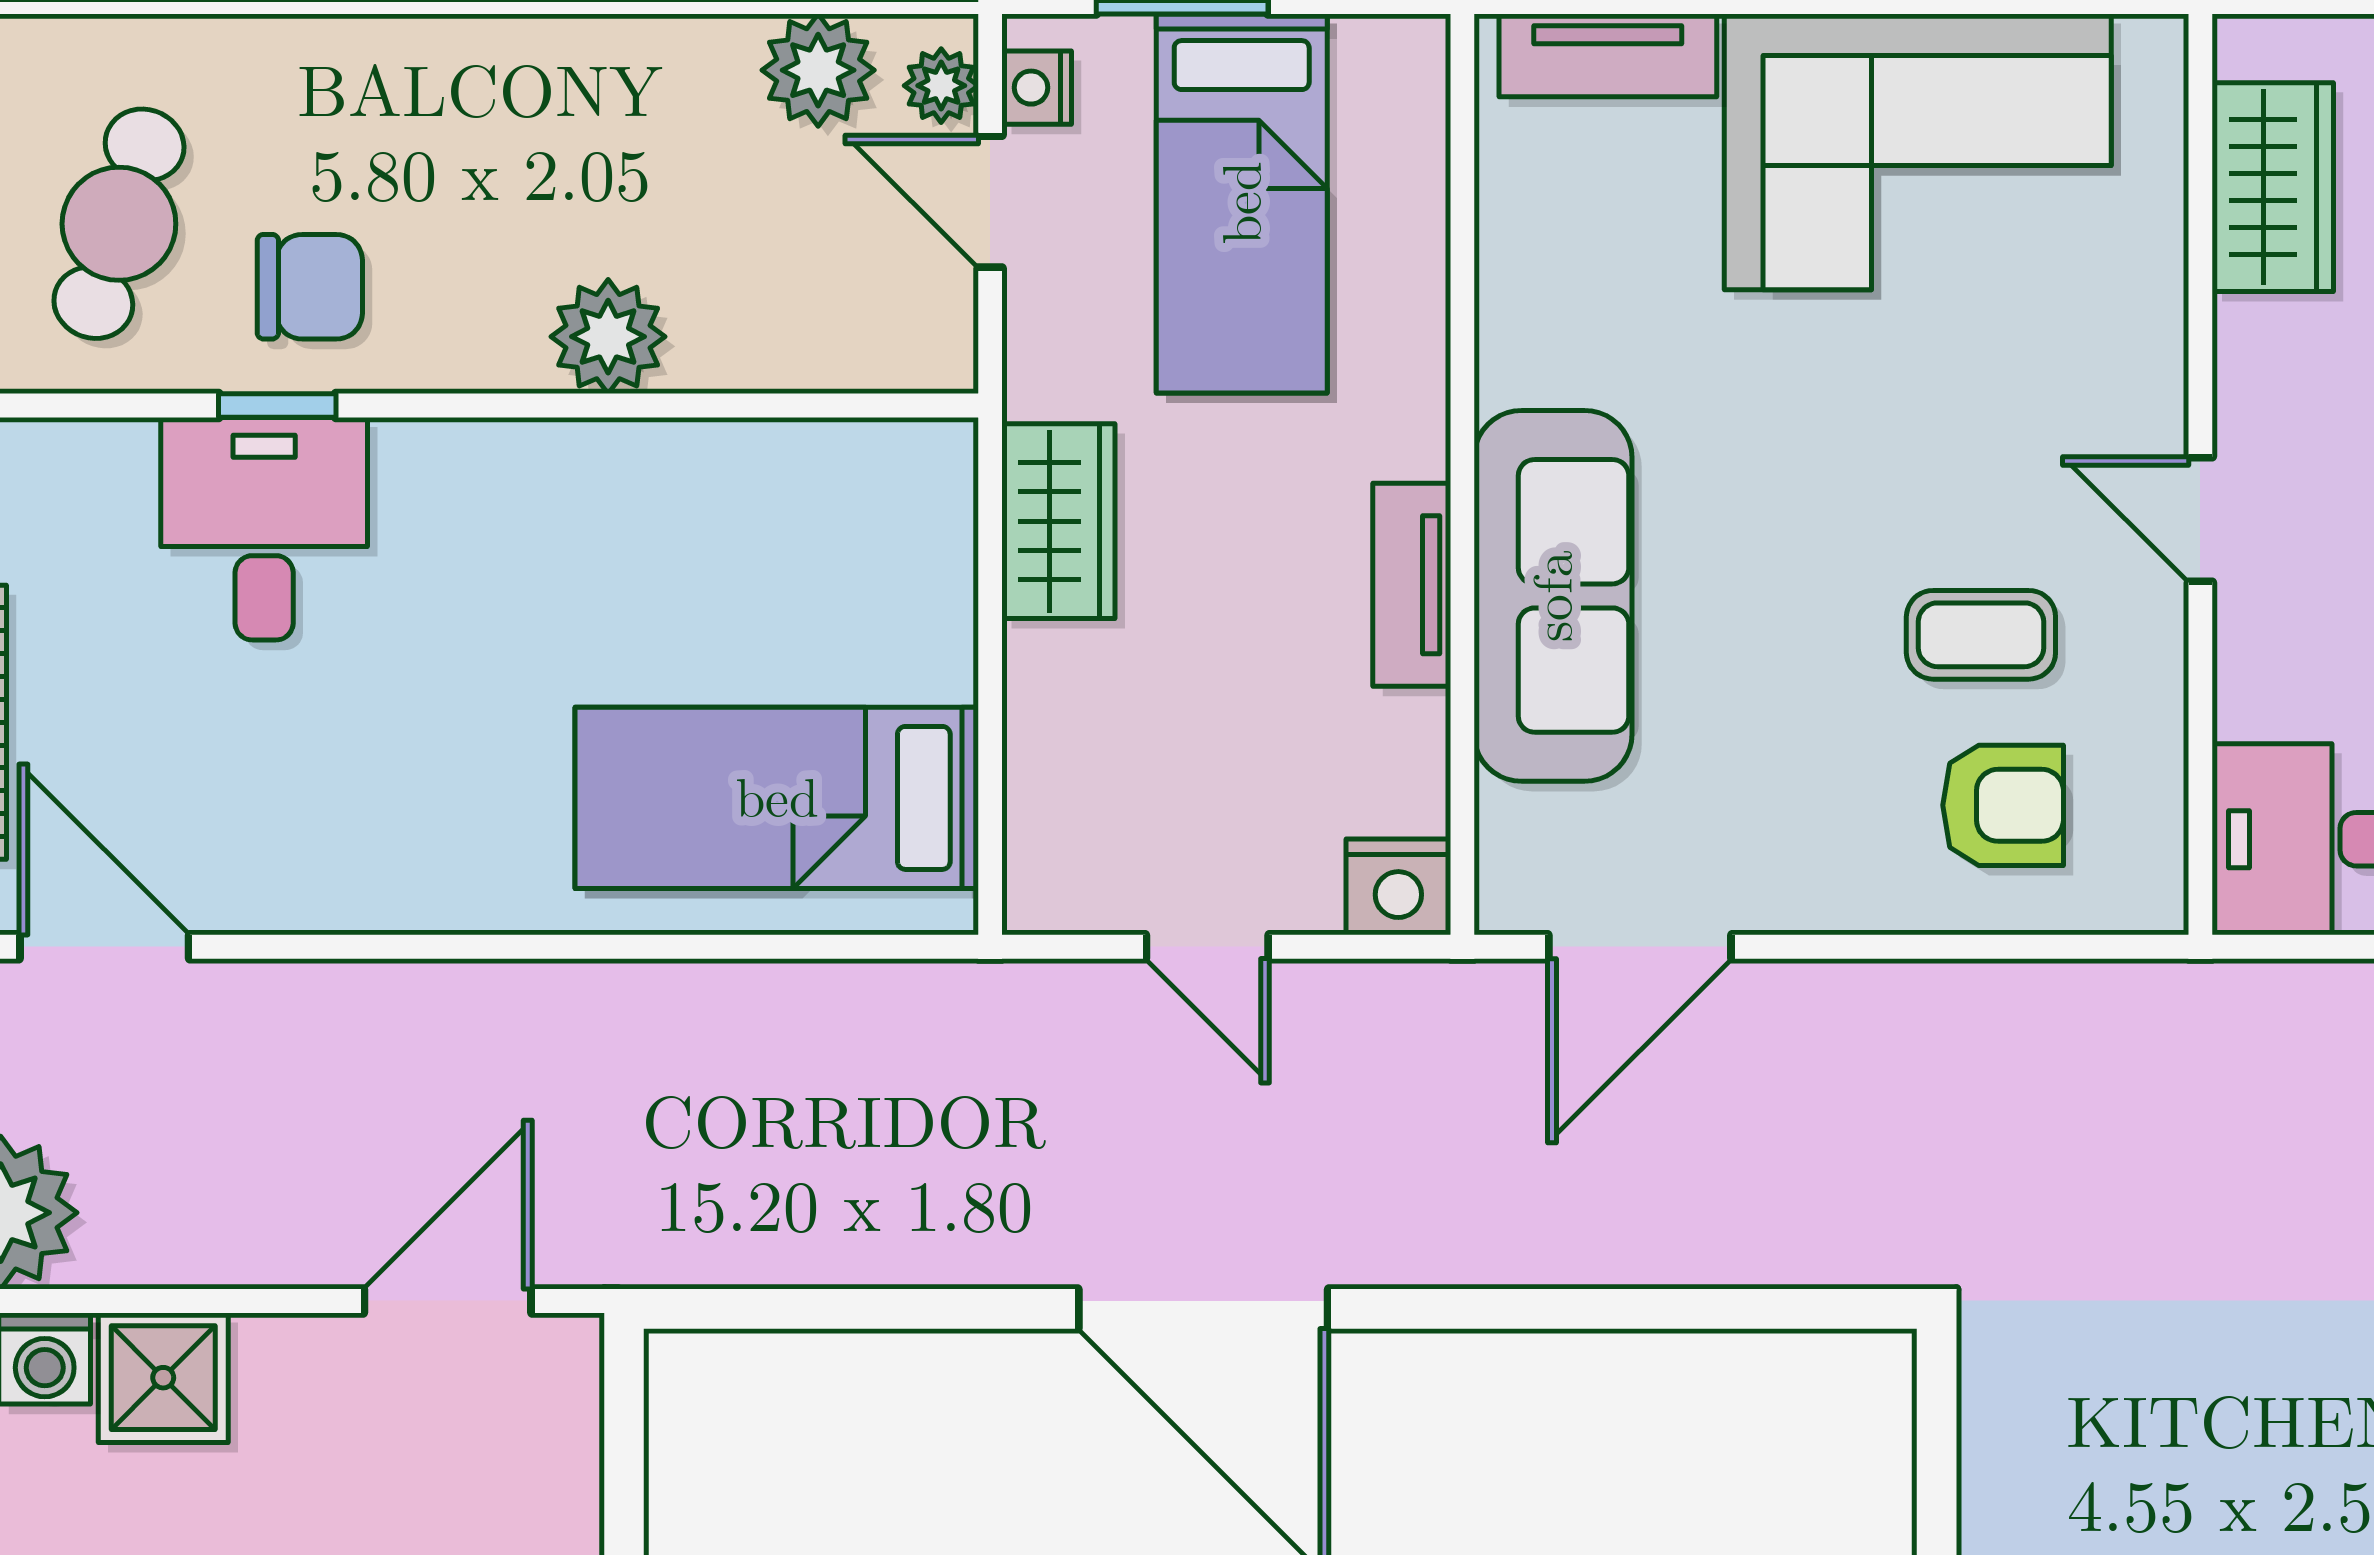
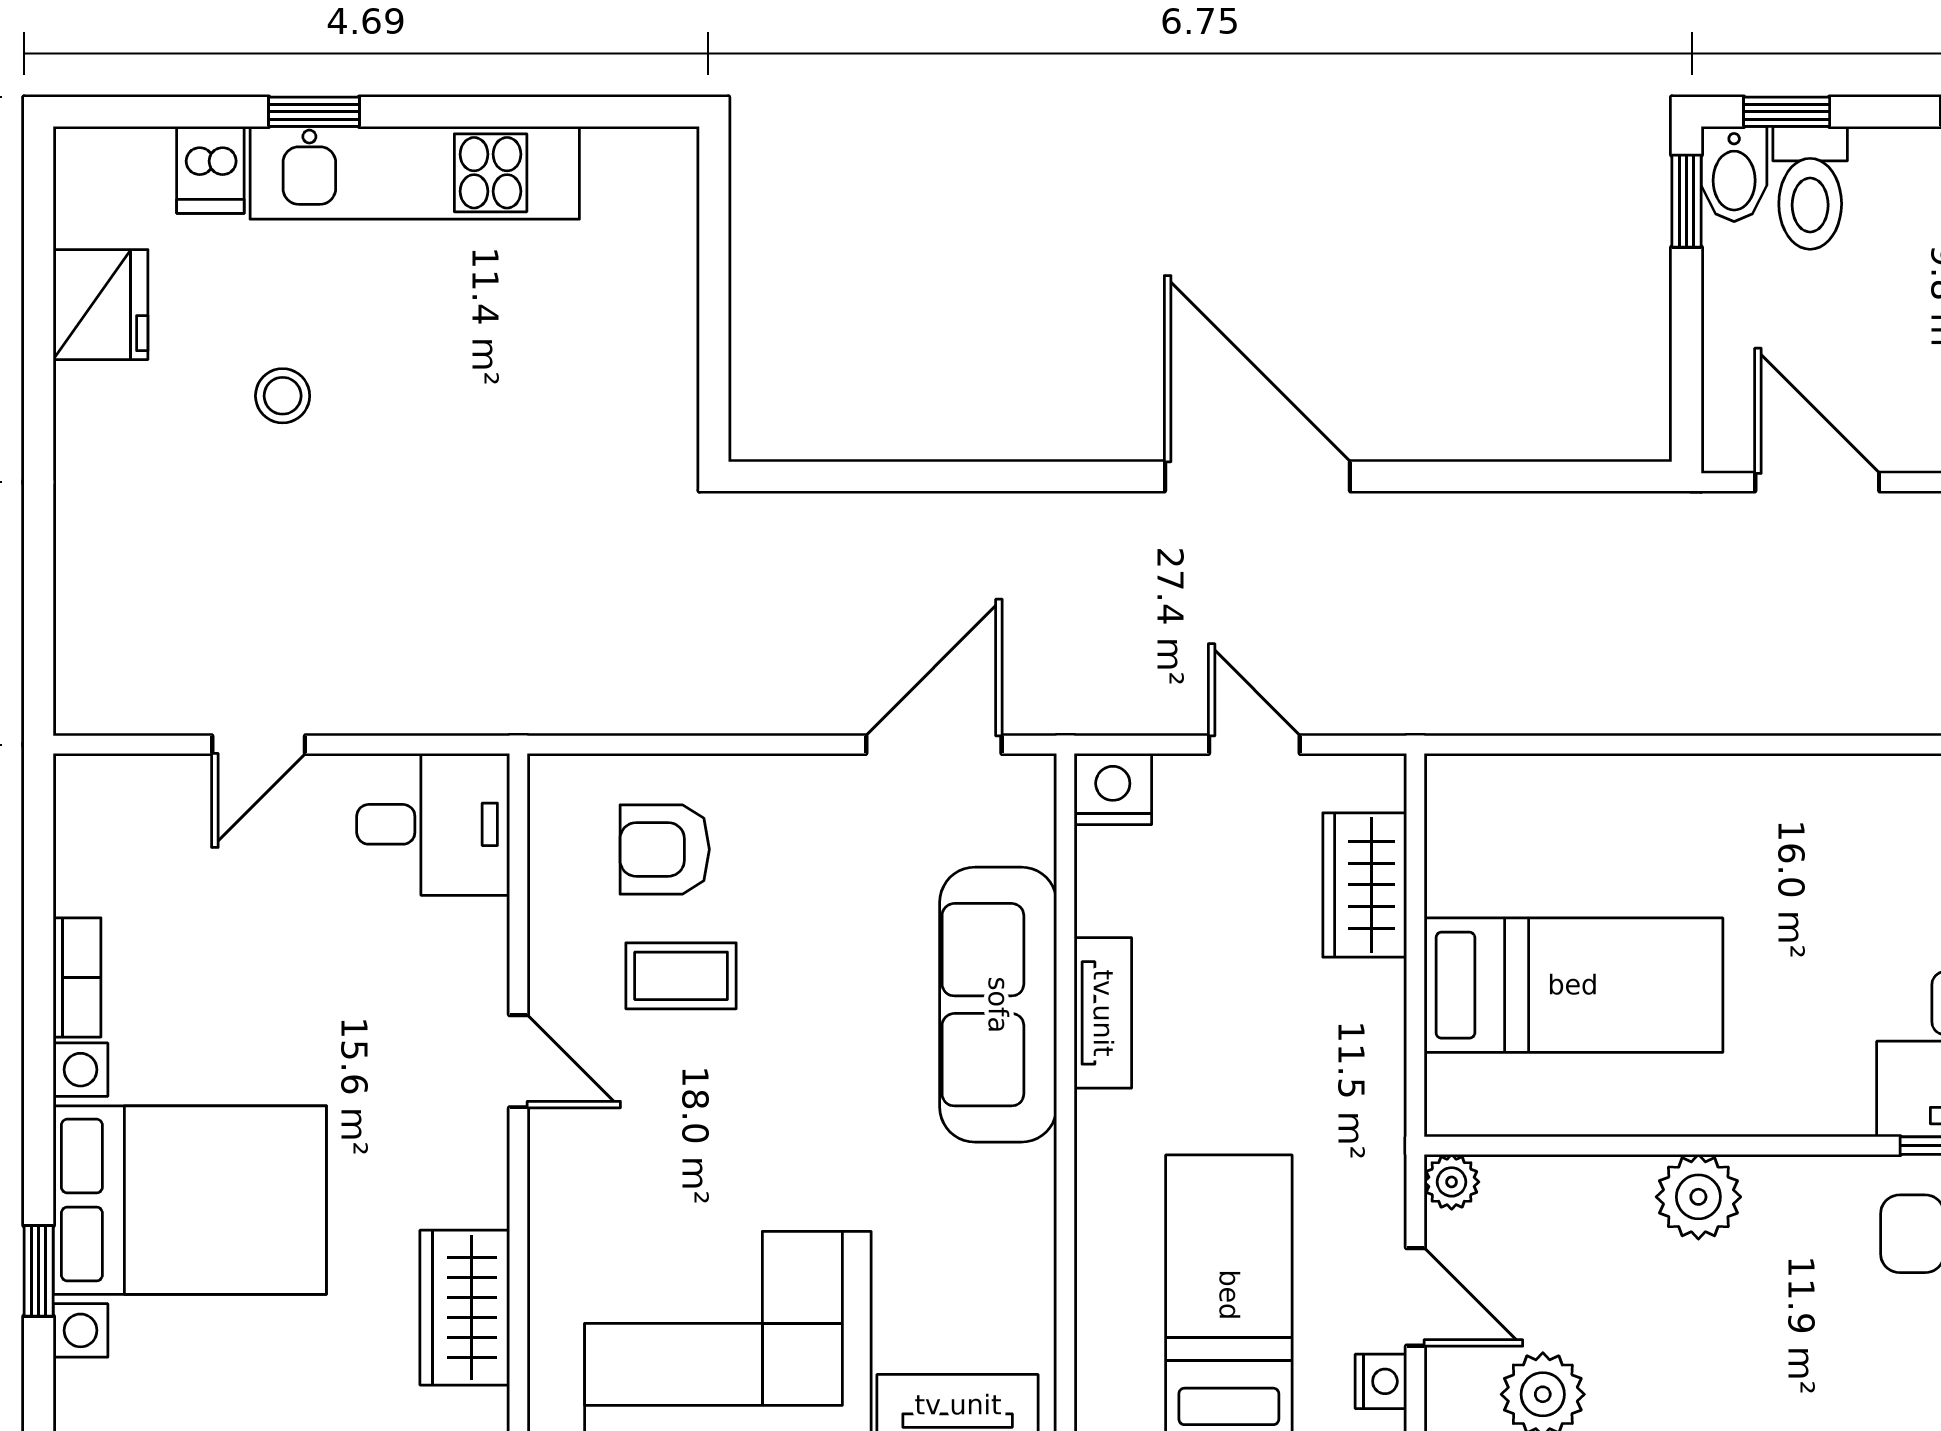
plant: (941, 86) -> (1452, 1182), moved
wardrobe: (1058, 521) -> (1365, 885), moved
bed: (777, 798) -> (1573, 985), moved
door: (448, 1301) -> (1817, 482), swing flipped

